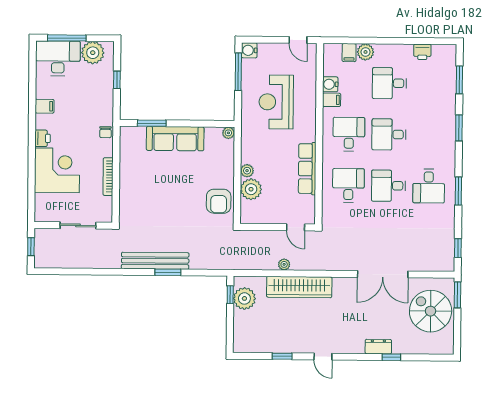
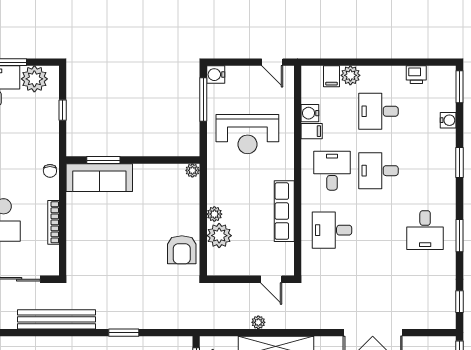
window: (459, 80) -> (460, 87), moved
water cooler: (449, 91) -> (448, 120), added
reception desk: (276, 102) -> (247, 134), turned -90
sofa: (175, 139) -> (99, 178), moved
desk: (348, 185) -> (332, 230), turned -90
desk: (389, 186) -> (379, 230), removed
bench: (155, 261) -> (57, 319), moved

